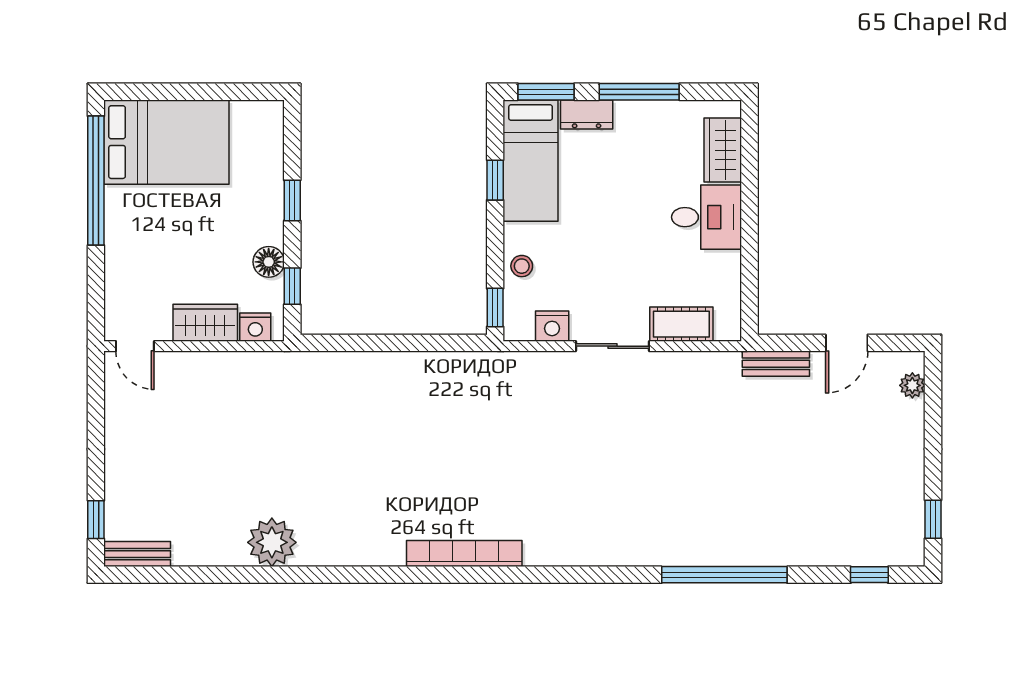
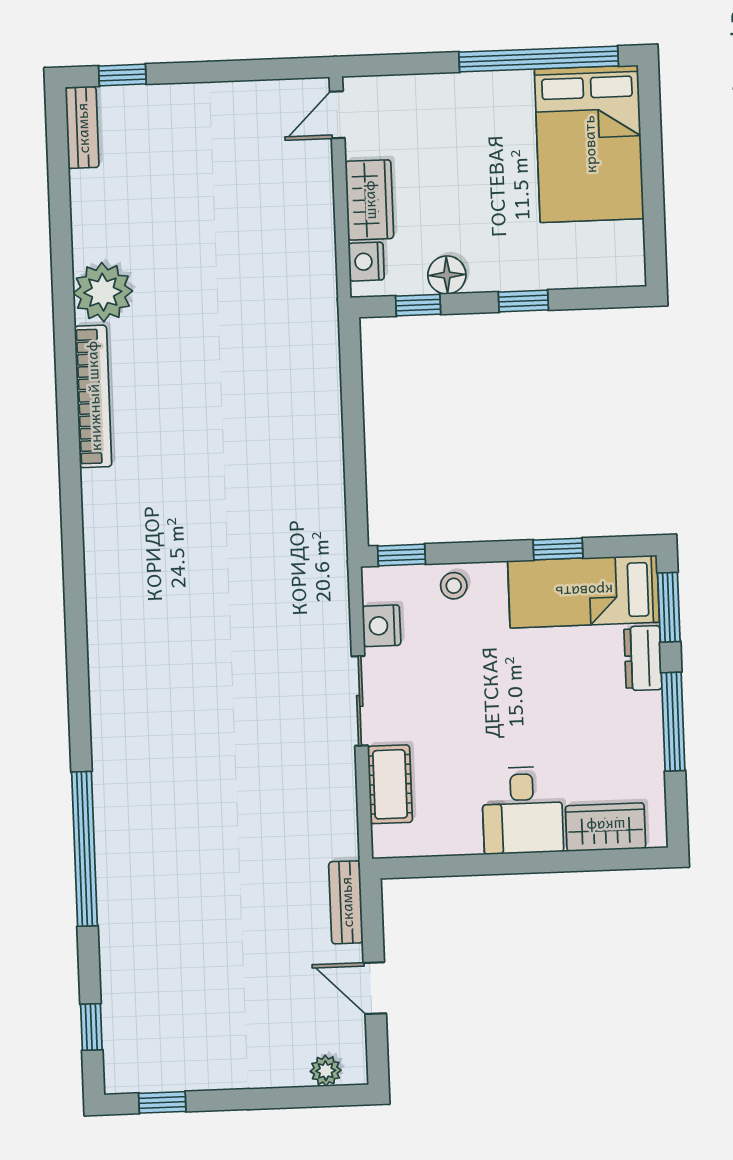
bookcase: (464, 554) -> (93, 396), moved

